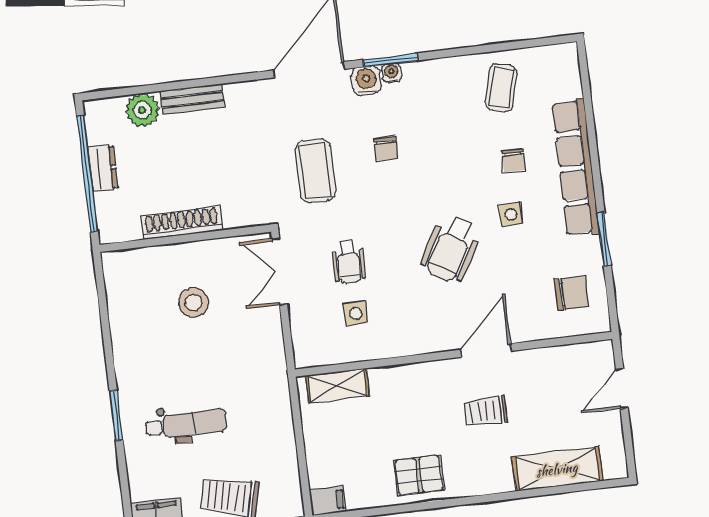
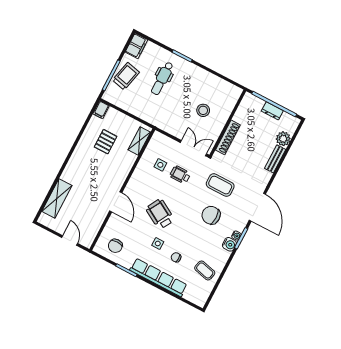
water cooler: (366, 81) -> (229, 244), moved
chair: (386, 149) -> (211, 215), width x1.87, depth x1.87
shoe rack: (182, 223) -> (228, 137), moved
trolley: (485, 411) -> (95, 187), removed
pallet: (419, 475) -> (106, 142), moved

